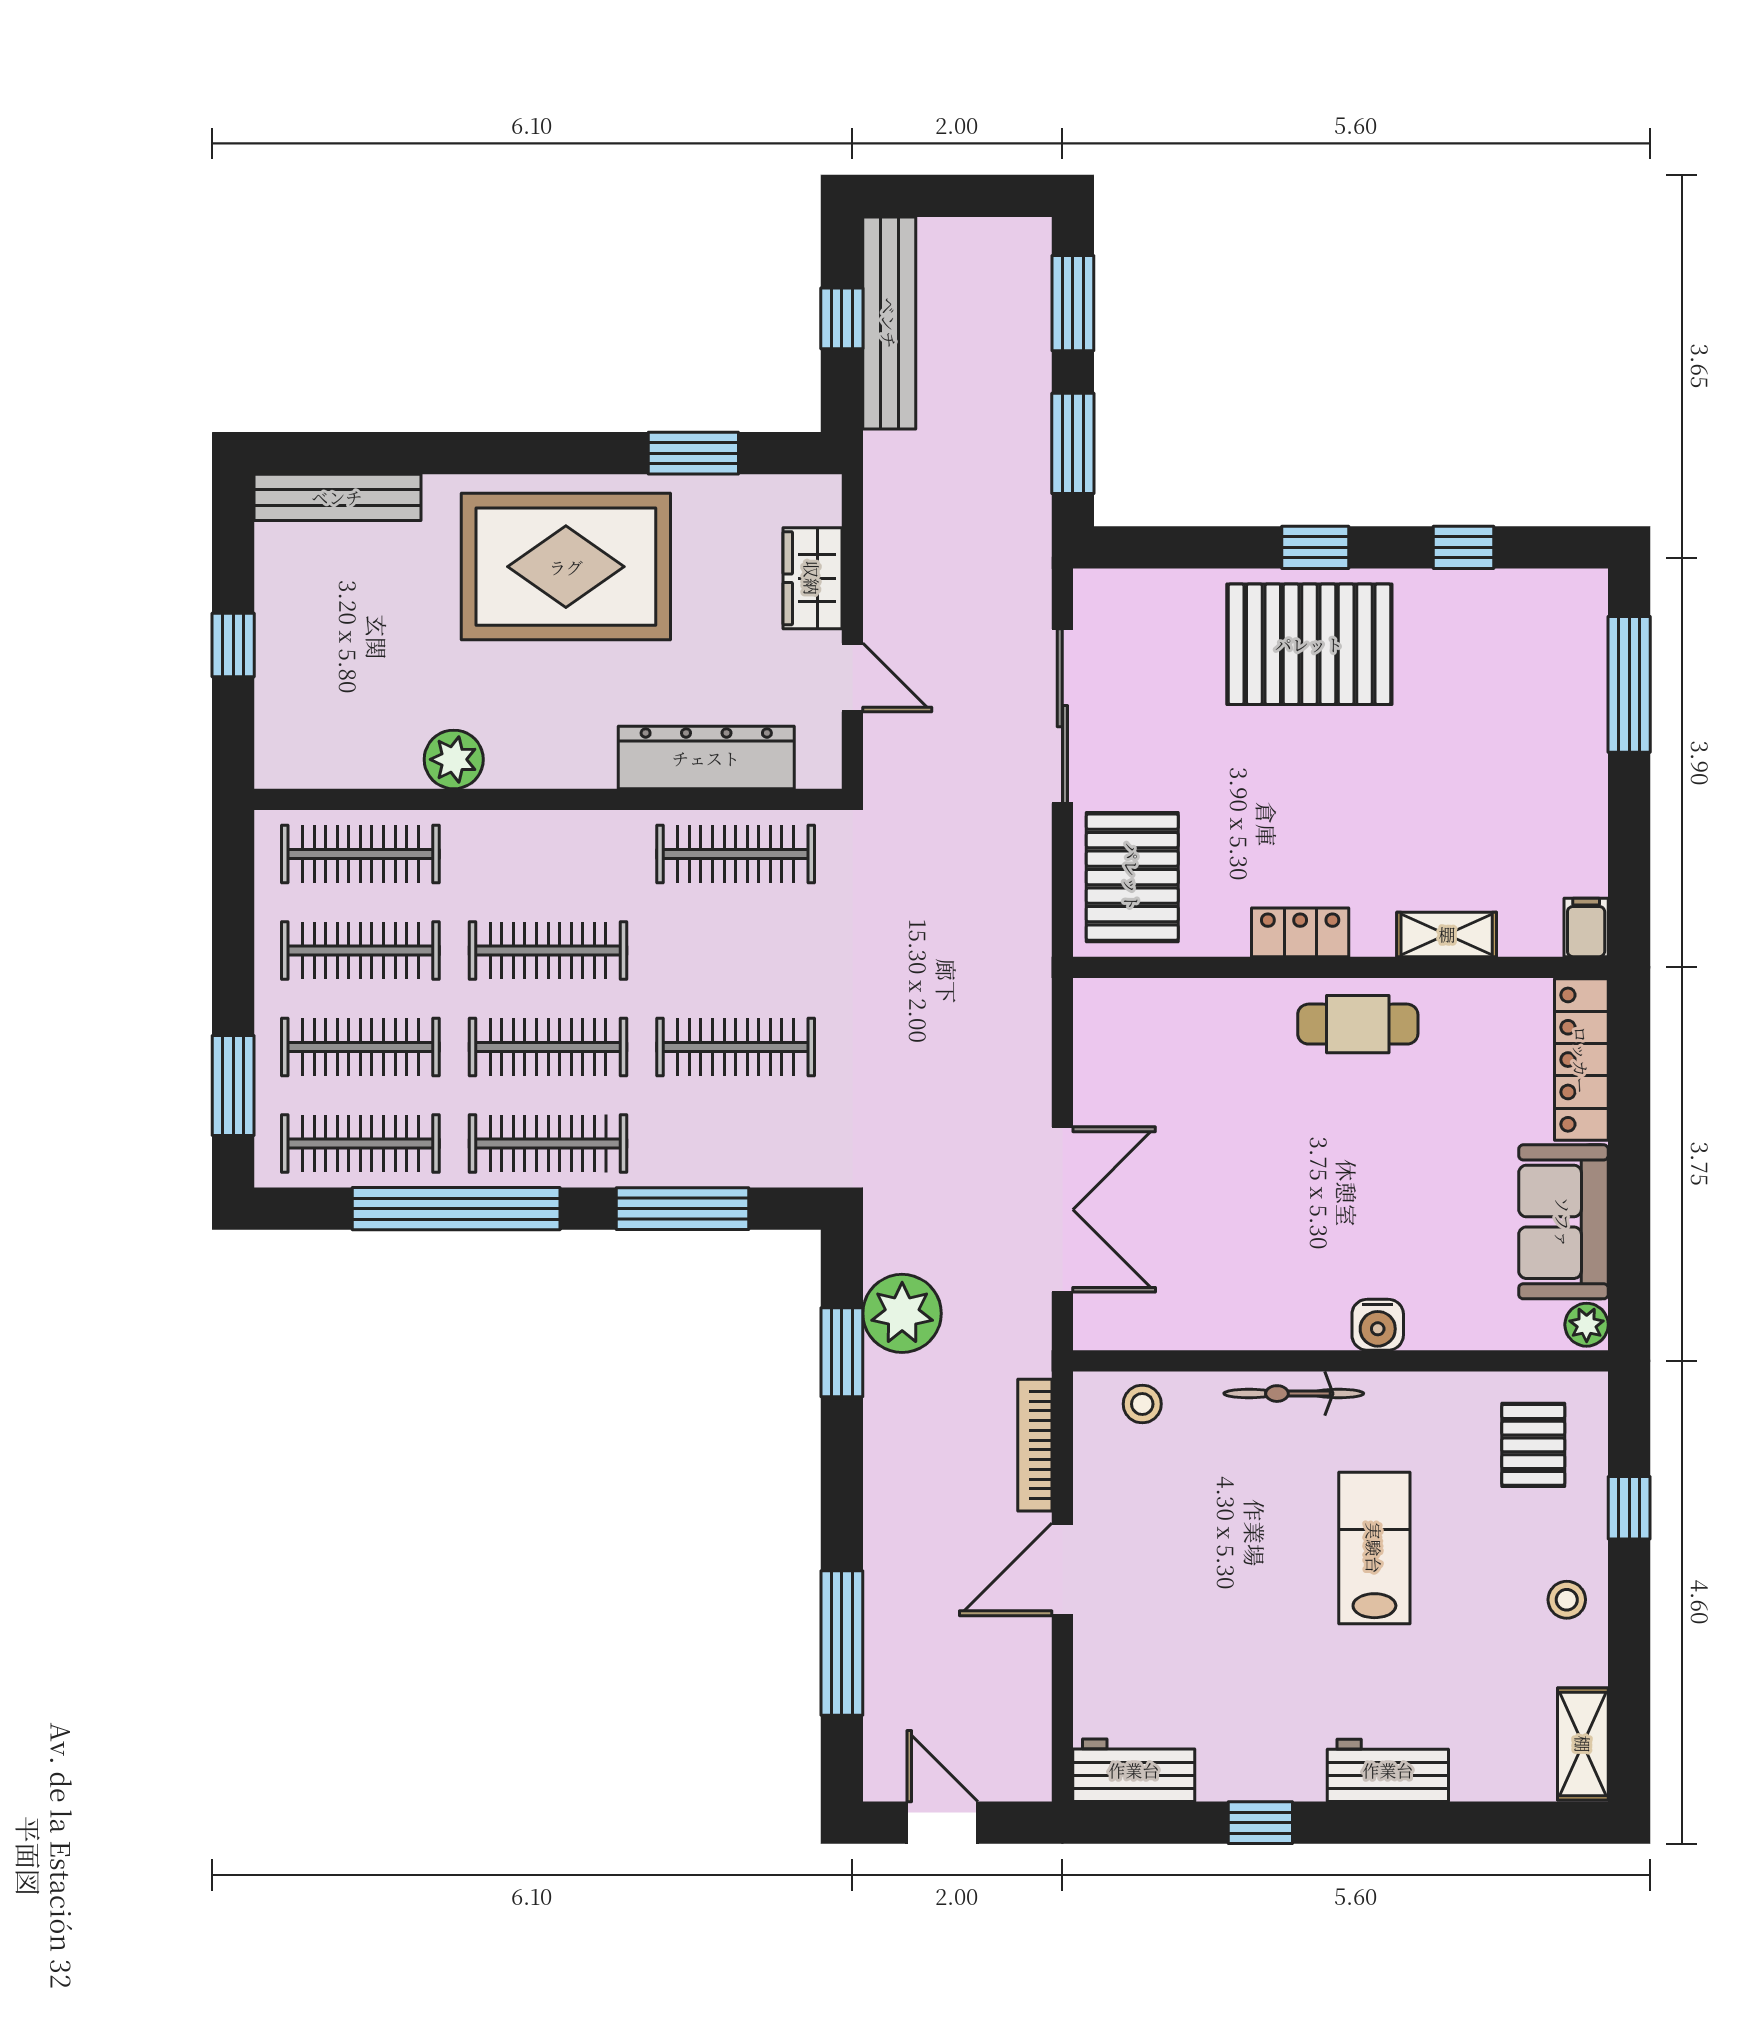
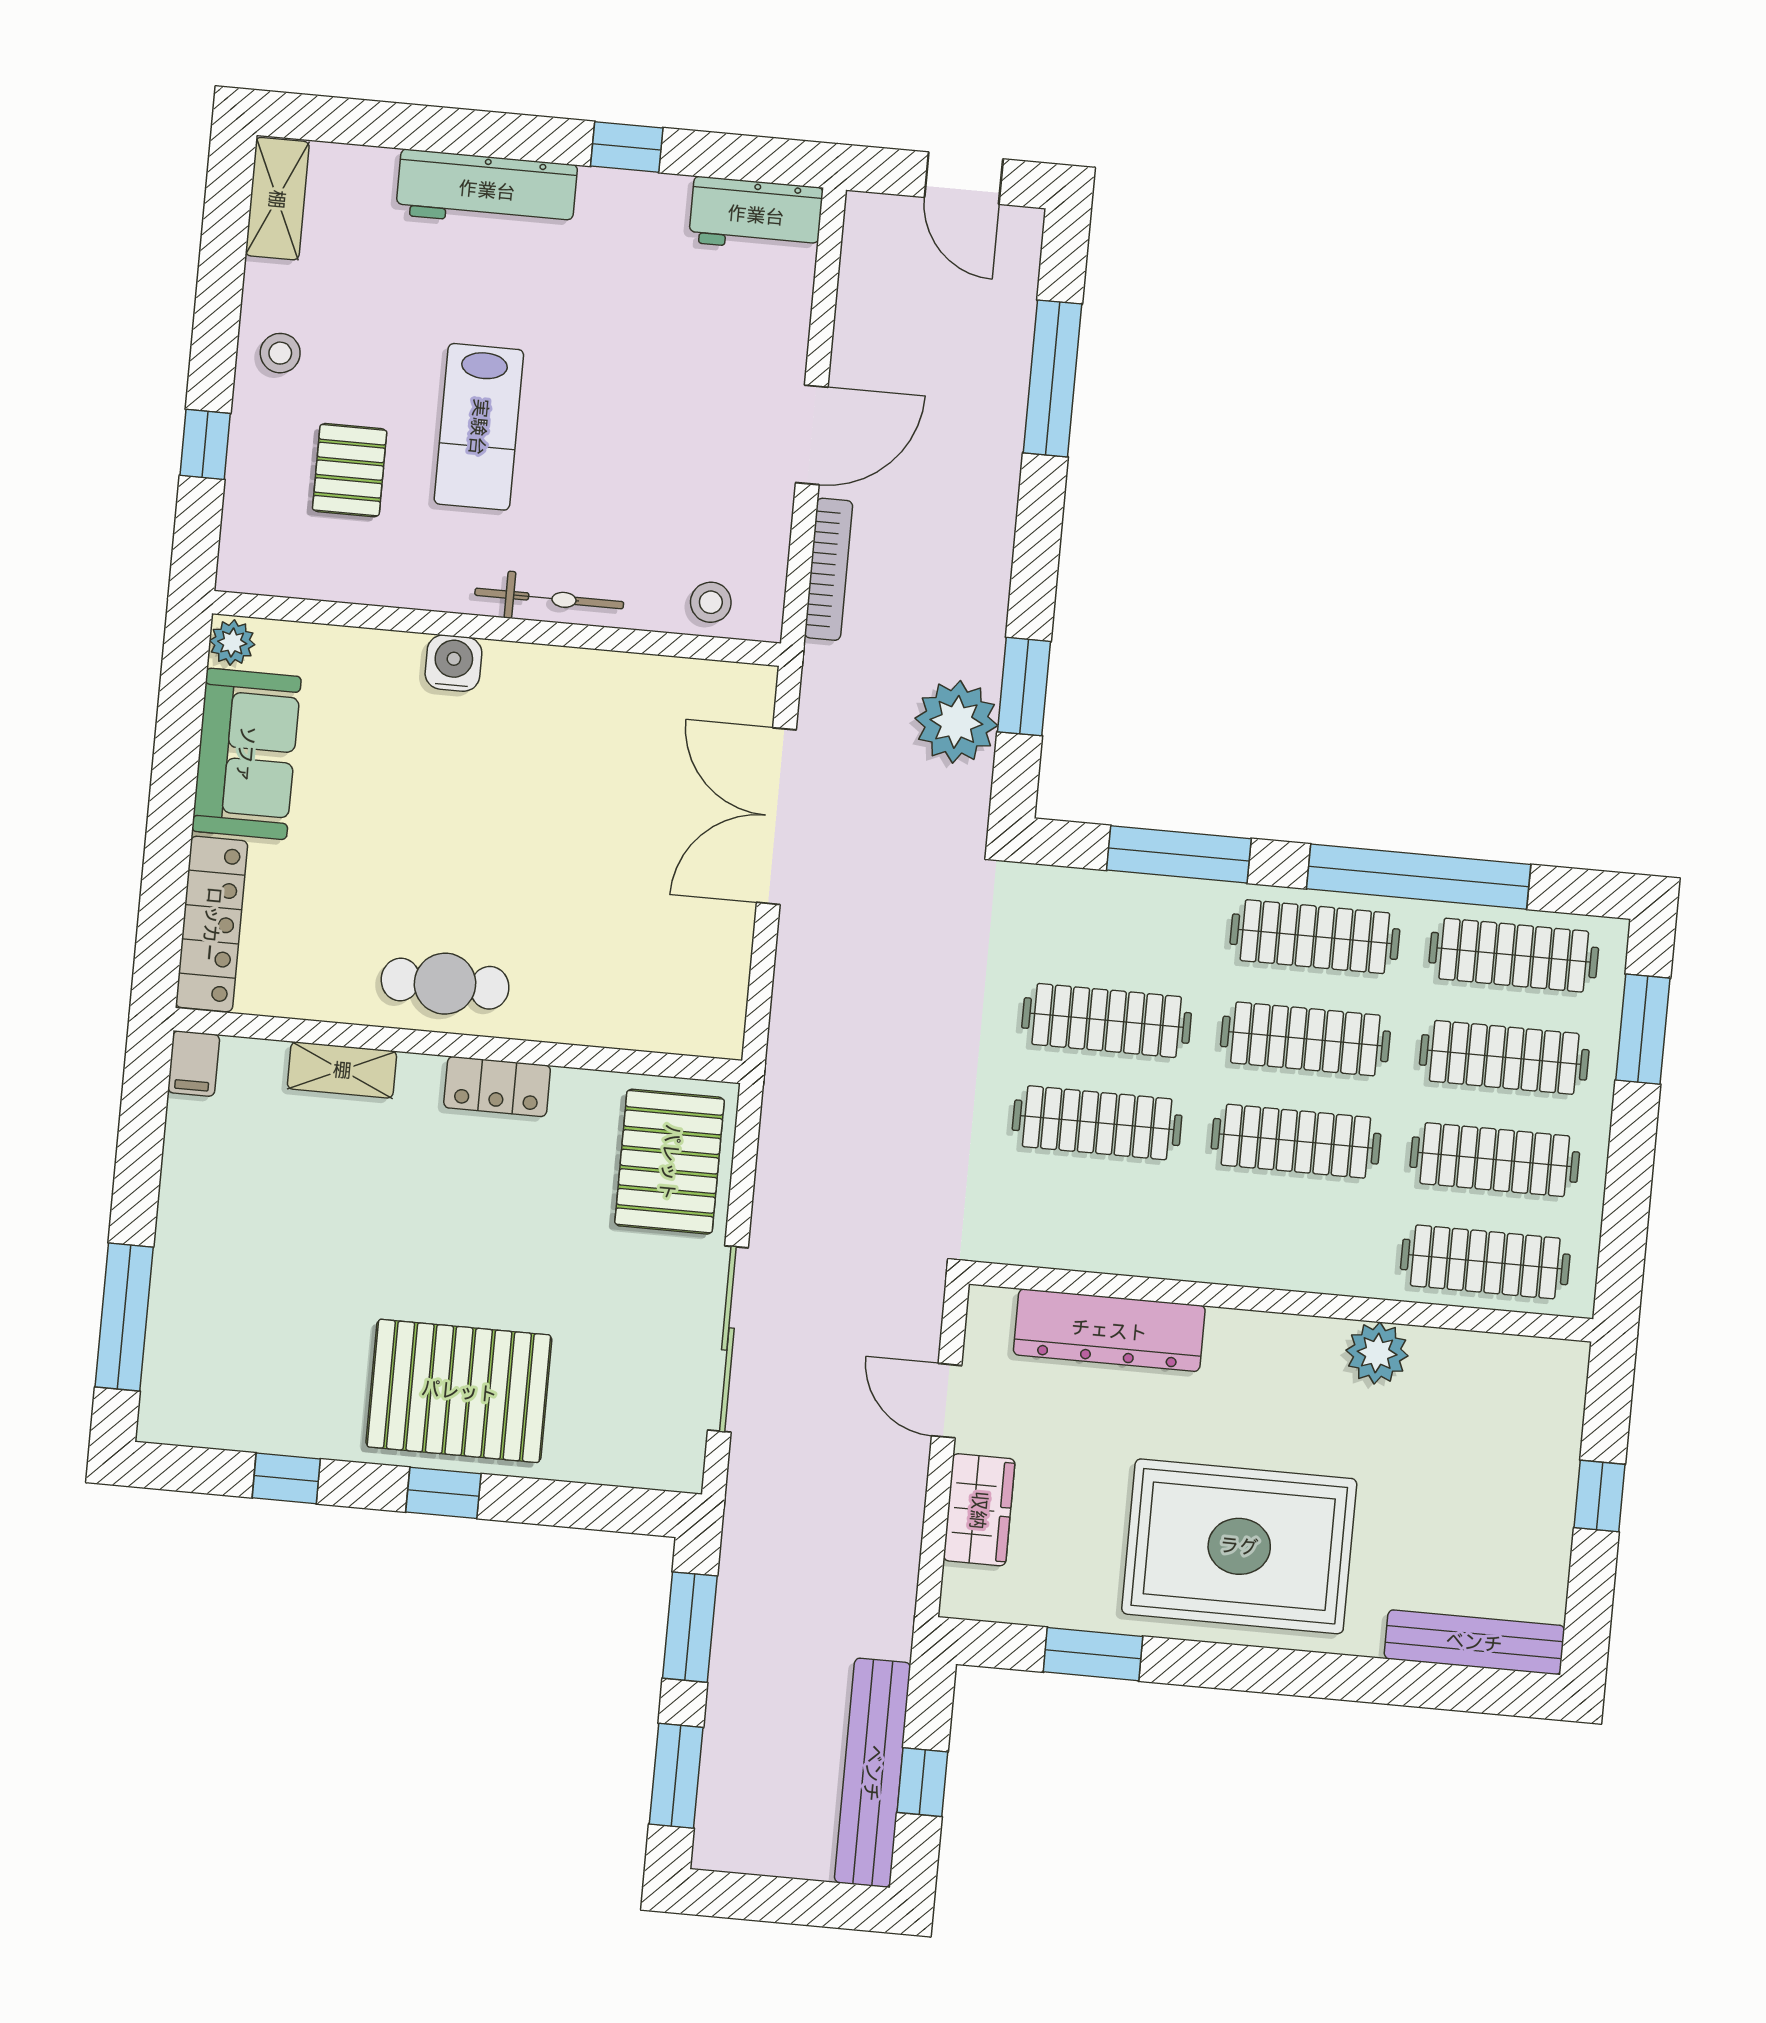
clothes rail: (736, 854) -> (1097, 1123), moved
pallet: (1533, 1445) -> (350, 470), moved
workbench: (1388, 1770) -> (487, 190), width x1.38

